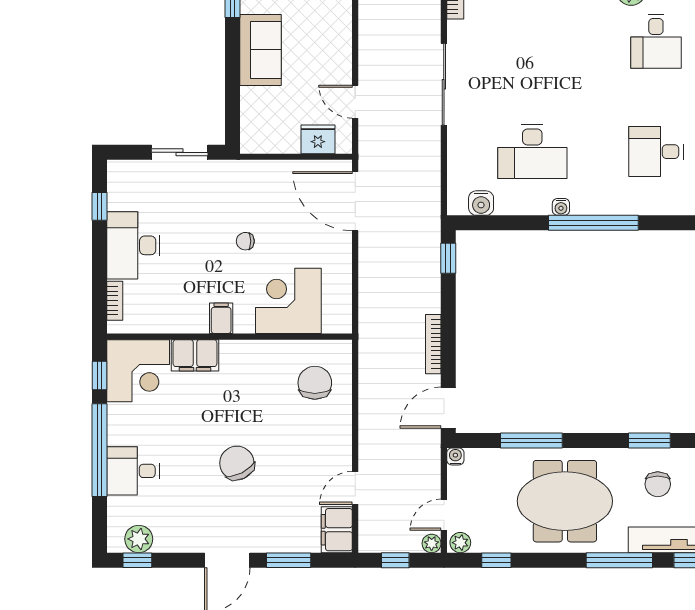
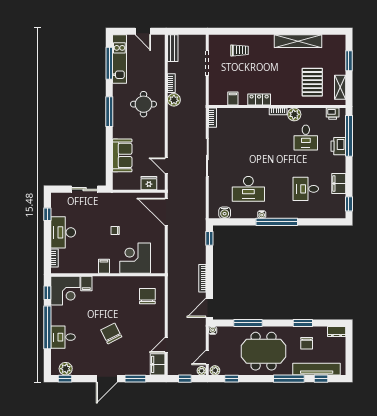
sofa: (261, 50) -> (122, 155), moved
filing cabinet: (195, 355) -> (86, 283), width x0.50

